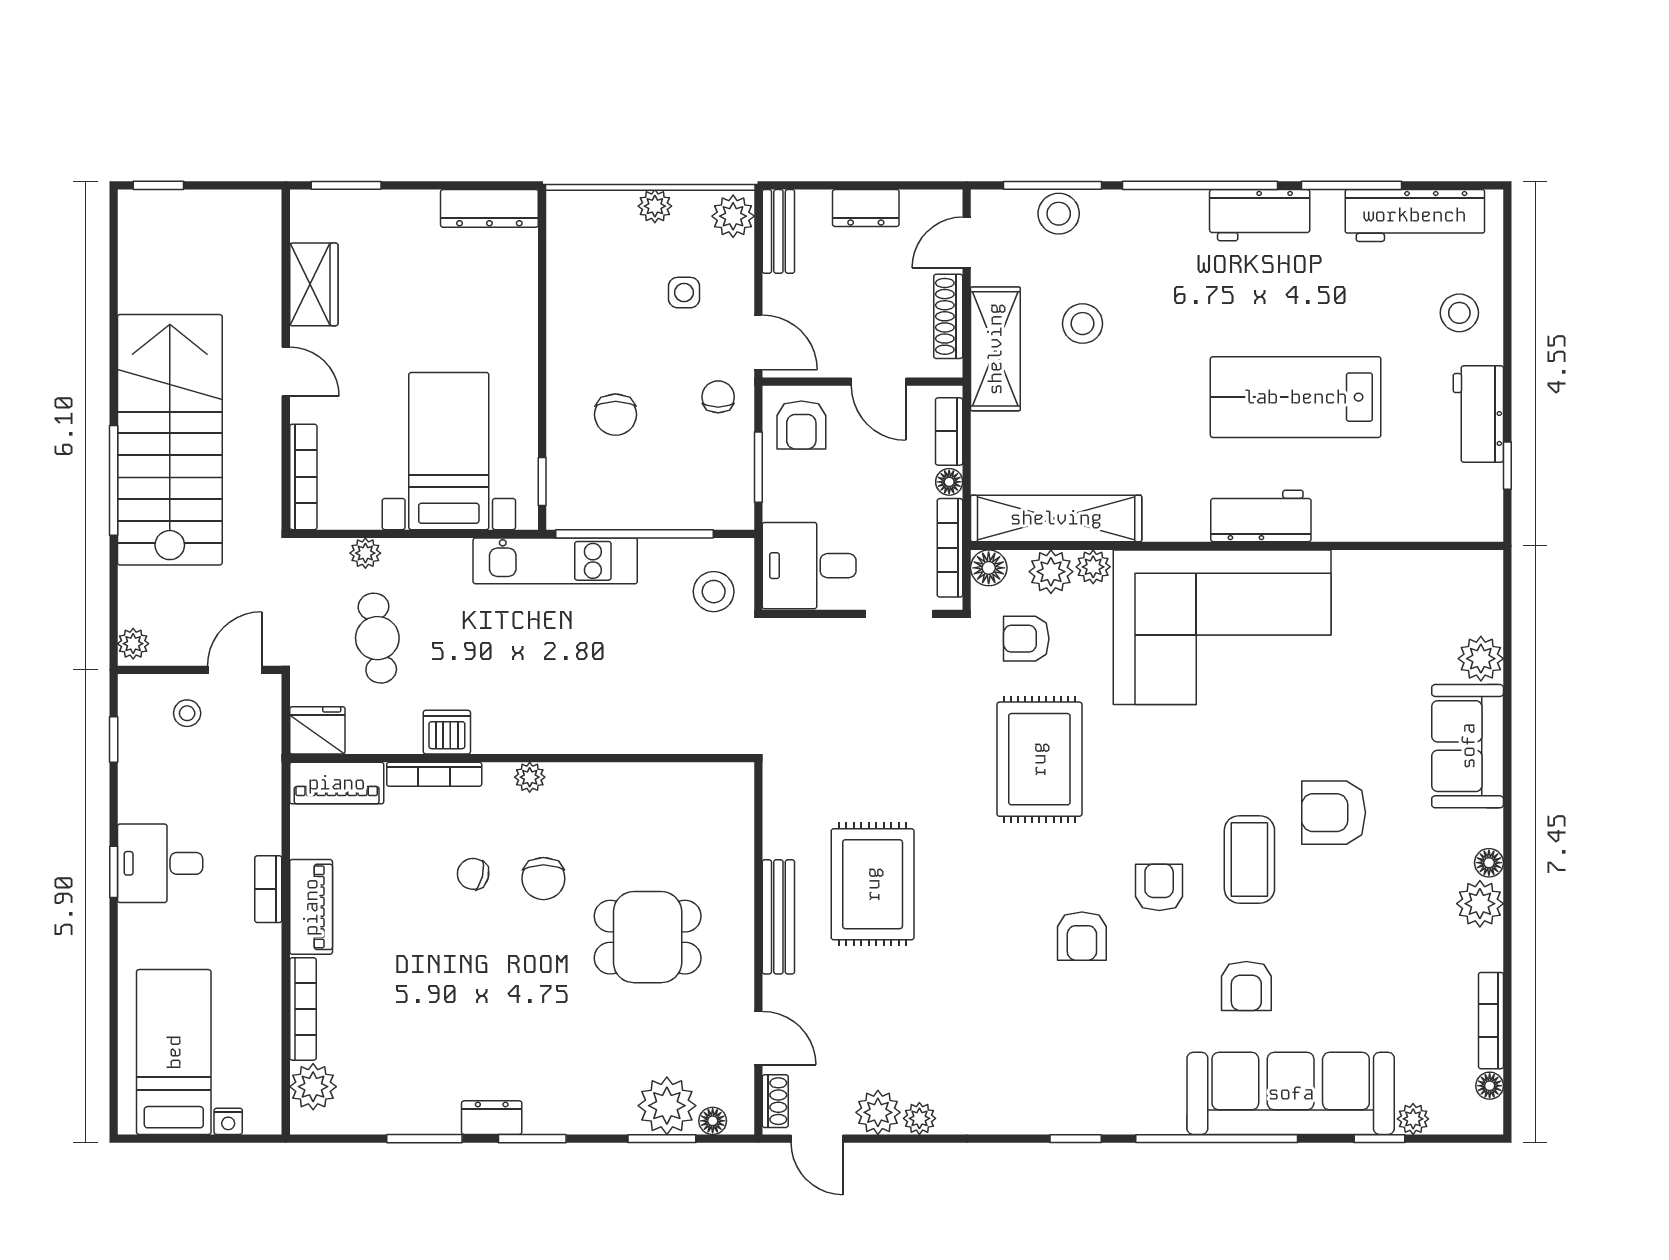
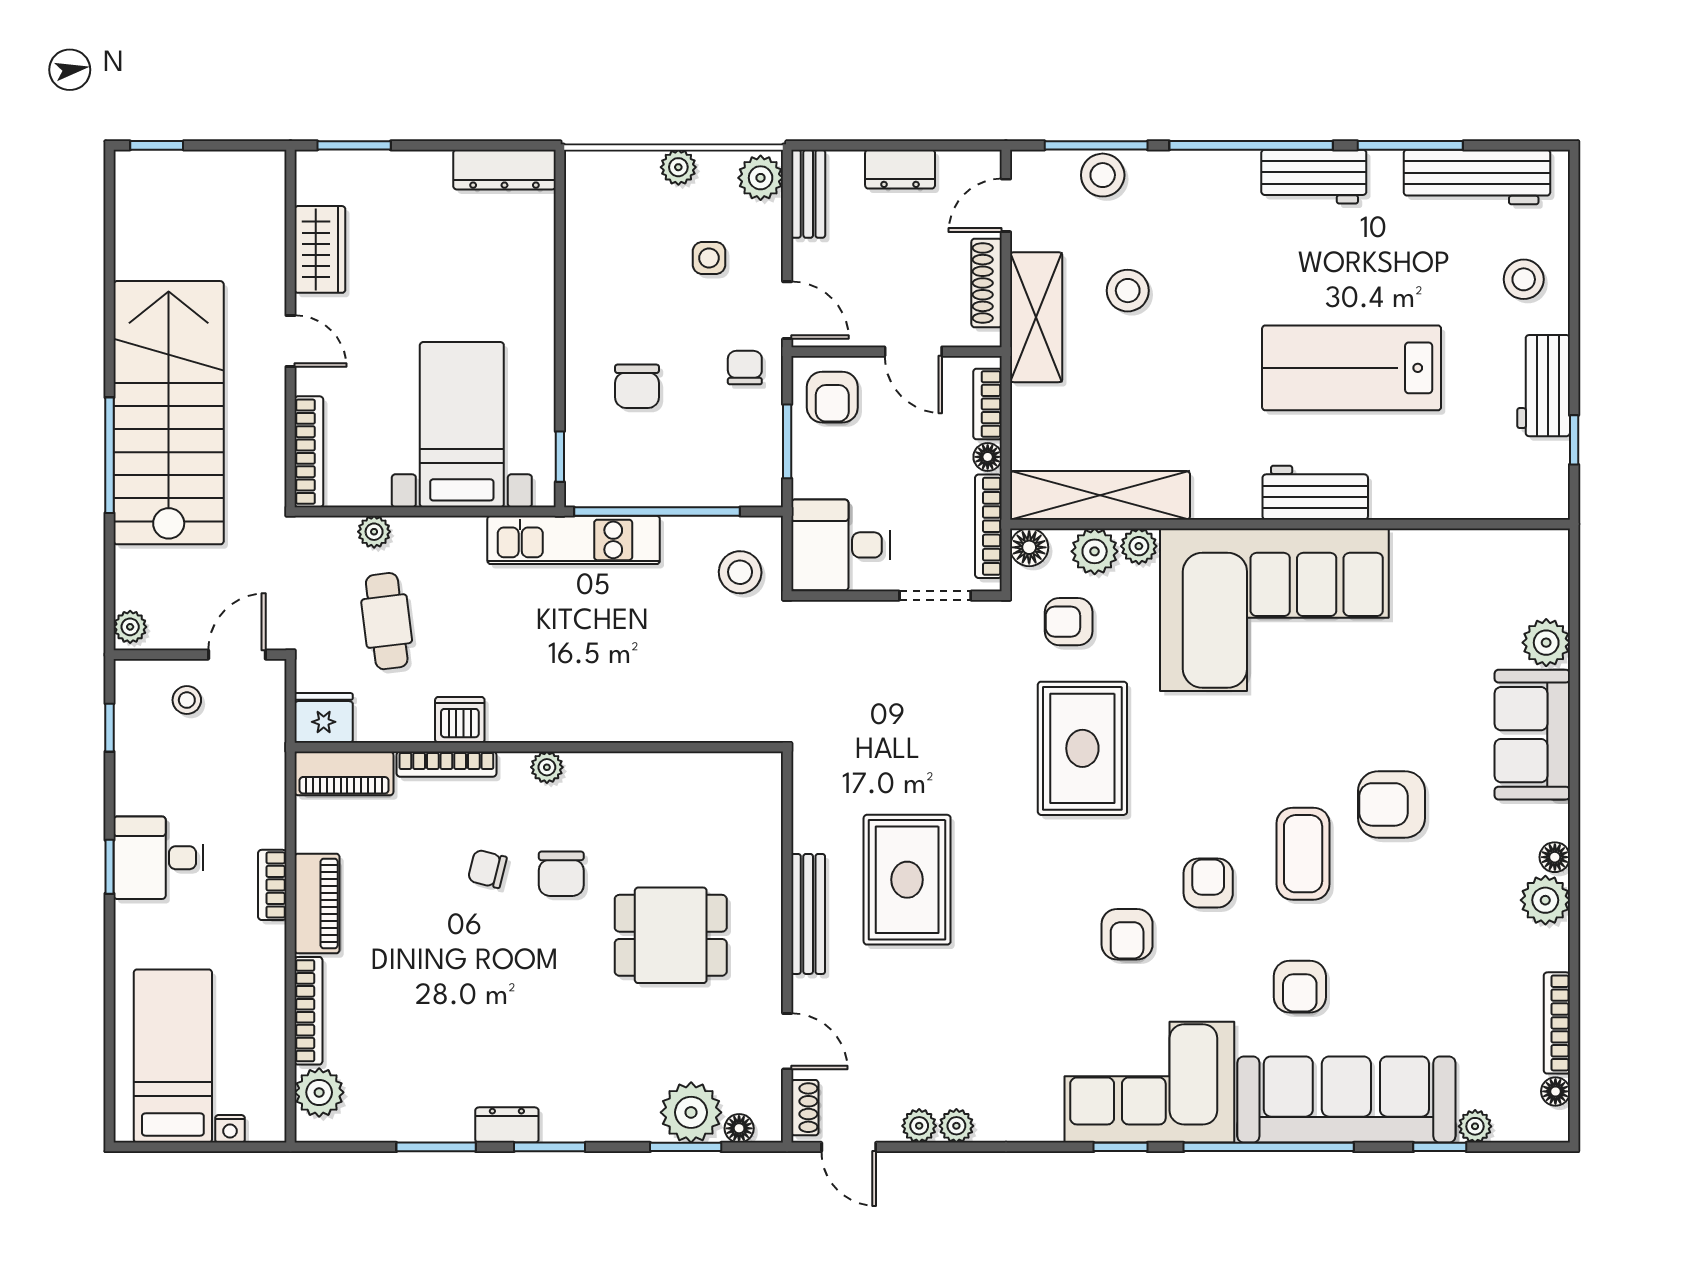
corner sofa: (1103, 1077) -> (1149, 1082), added
plant: (878, 1112) -> (919, 1126), width x0.73, depth x0.73

